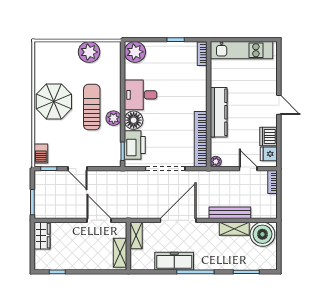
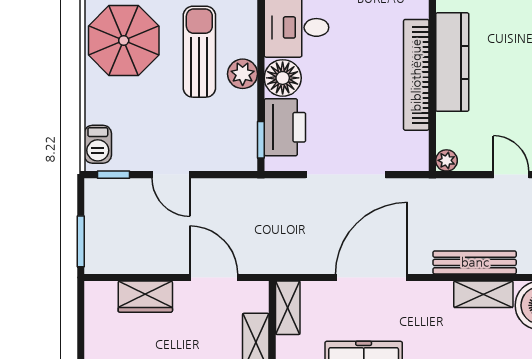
bookcase: (201, 139) -> (416, 75), moved
wardrobe: (42, 236) -> (145, 297), moved, turned 90

